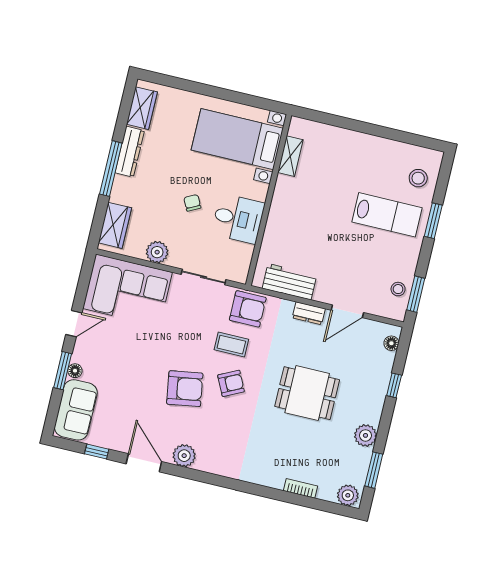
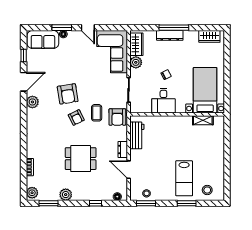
dresser: (130, 152) -> (170, 35), moved
wardrobe: (115, 225) -> (136, 44), moved, turned -90
dining table: (307, 393) -> (81, 159), turned 90

